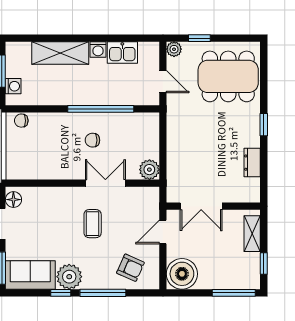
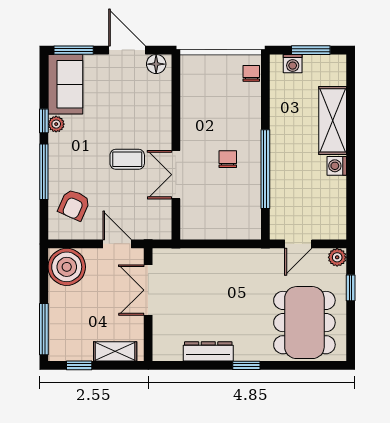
kitchen sink: (122, 53) -> (333, 195), removed
dresser: (252, 163) -> (208, 351), width x1.44
plant: (149, 170) -> (192, 228), removed
double door: (105, 183) -> (176, 175), swing flipped
plant: (69, 277) -> (56, 124), width x0.53, depth x0.53

